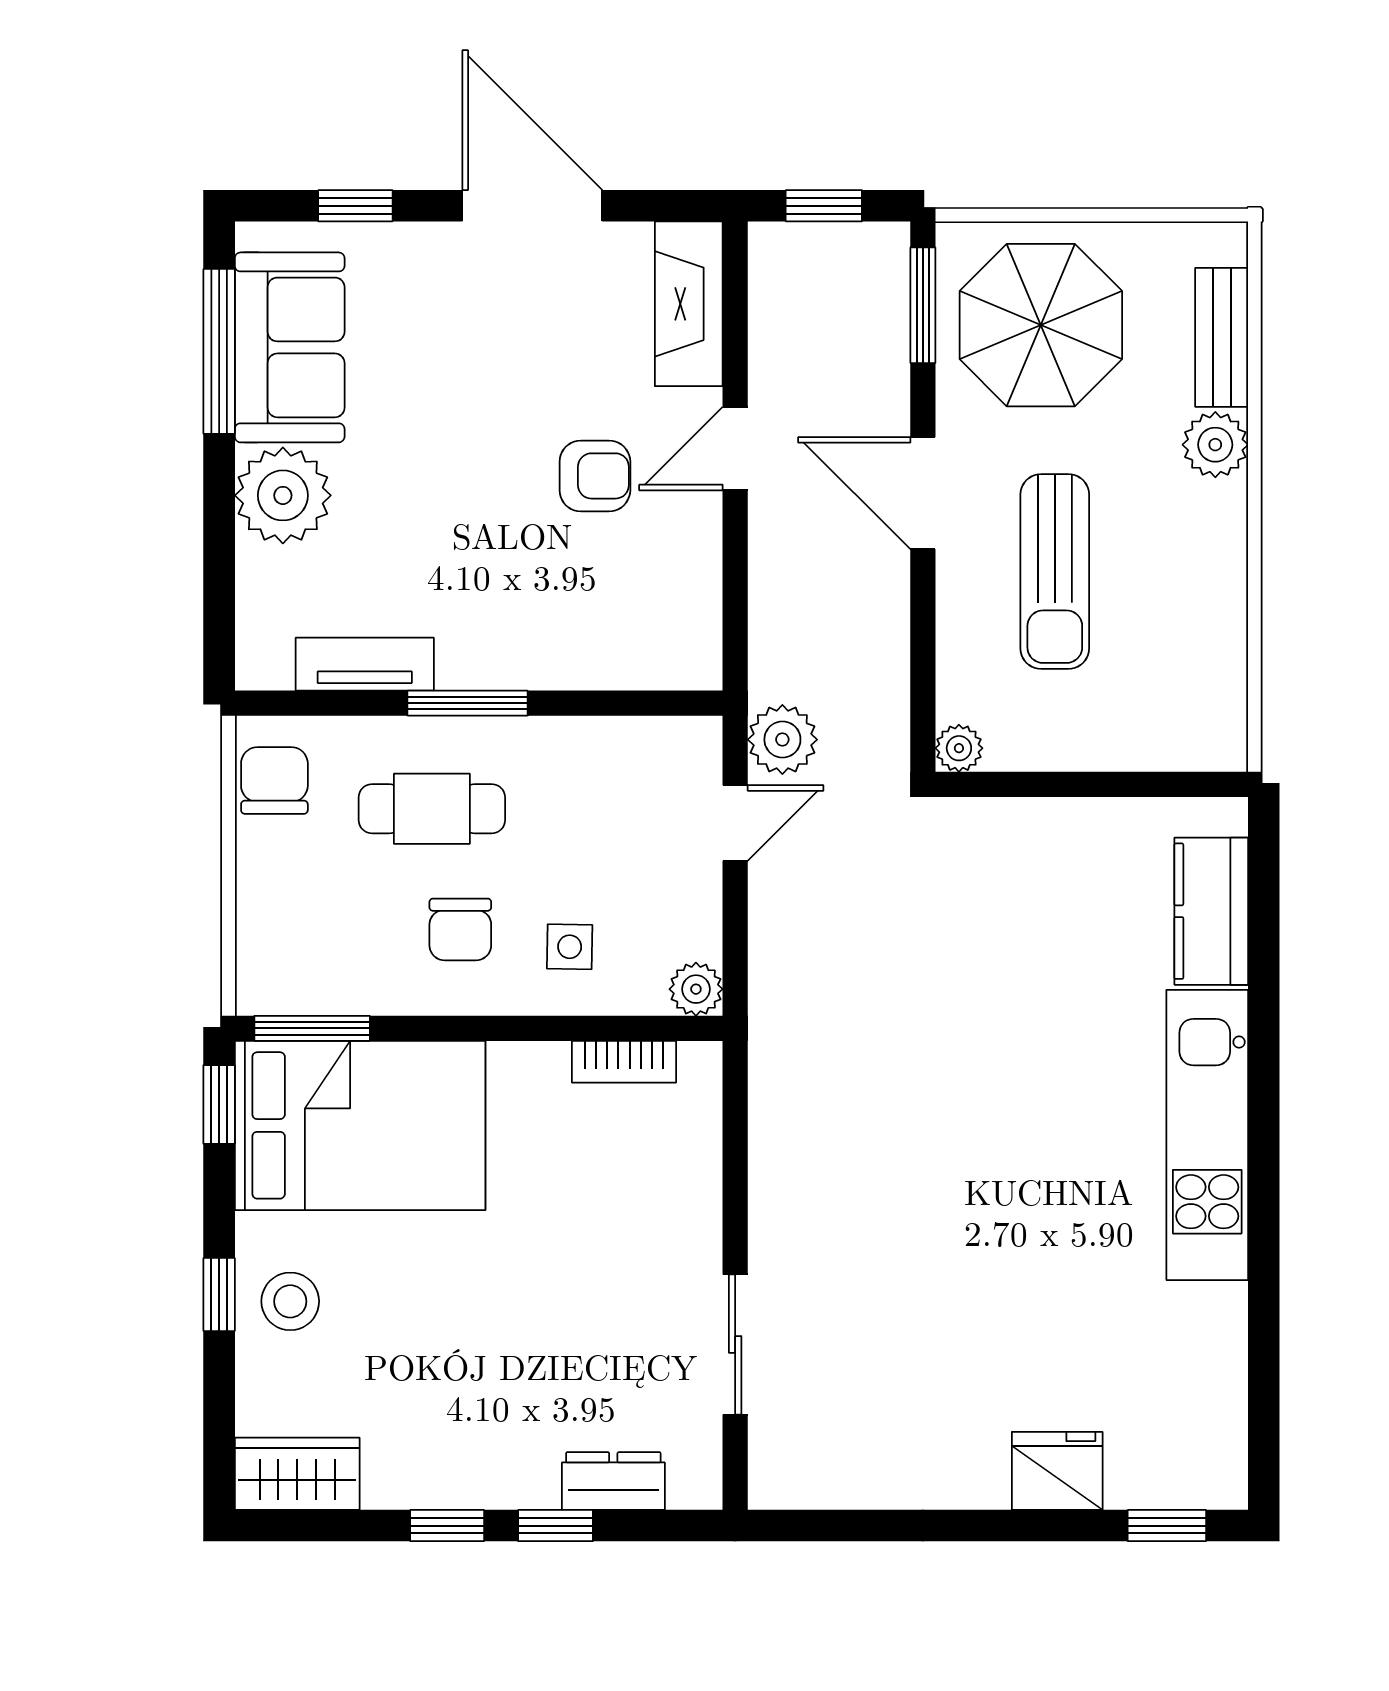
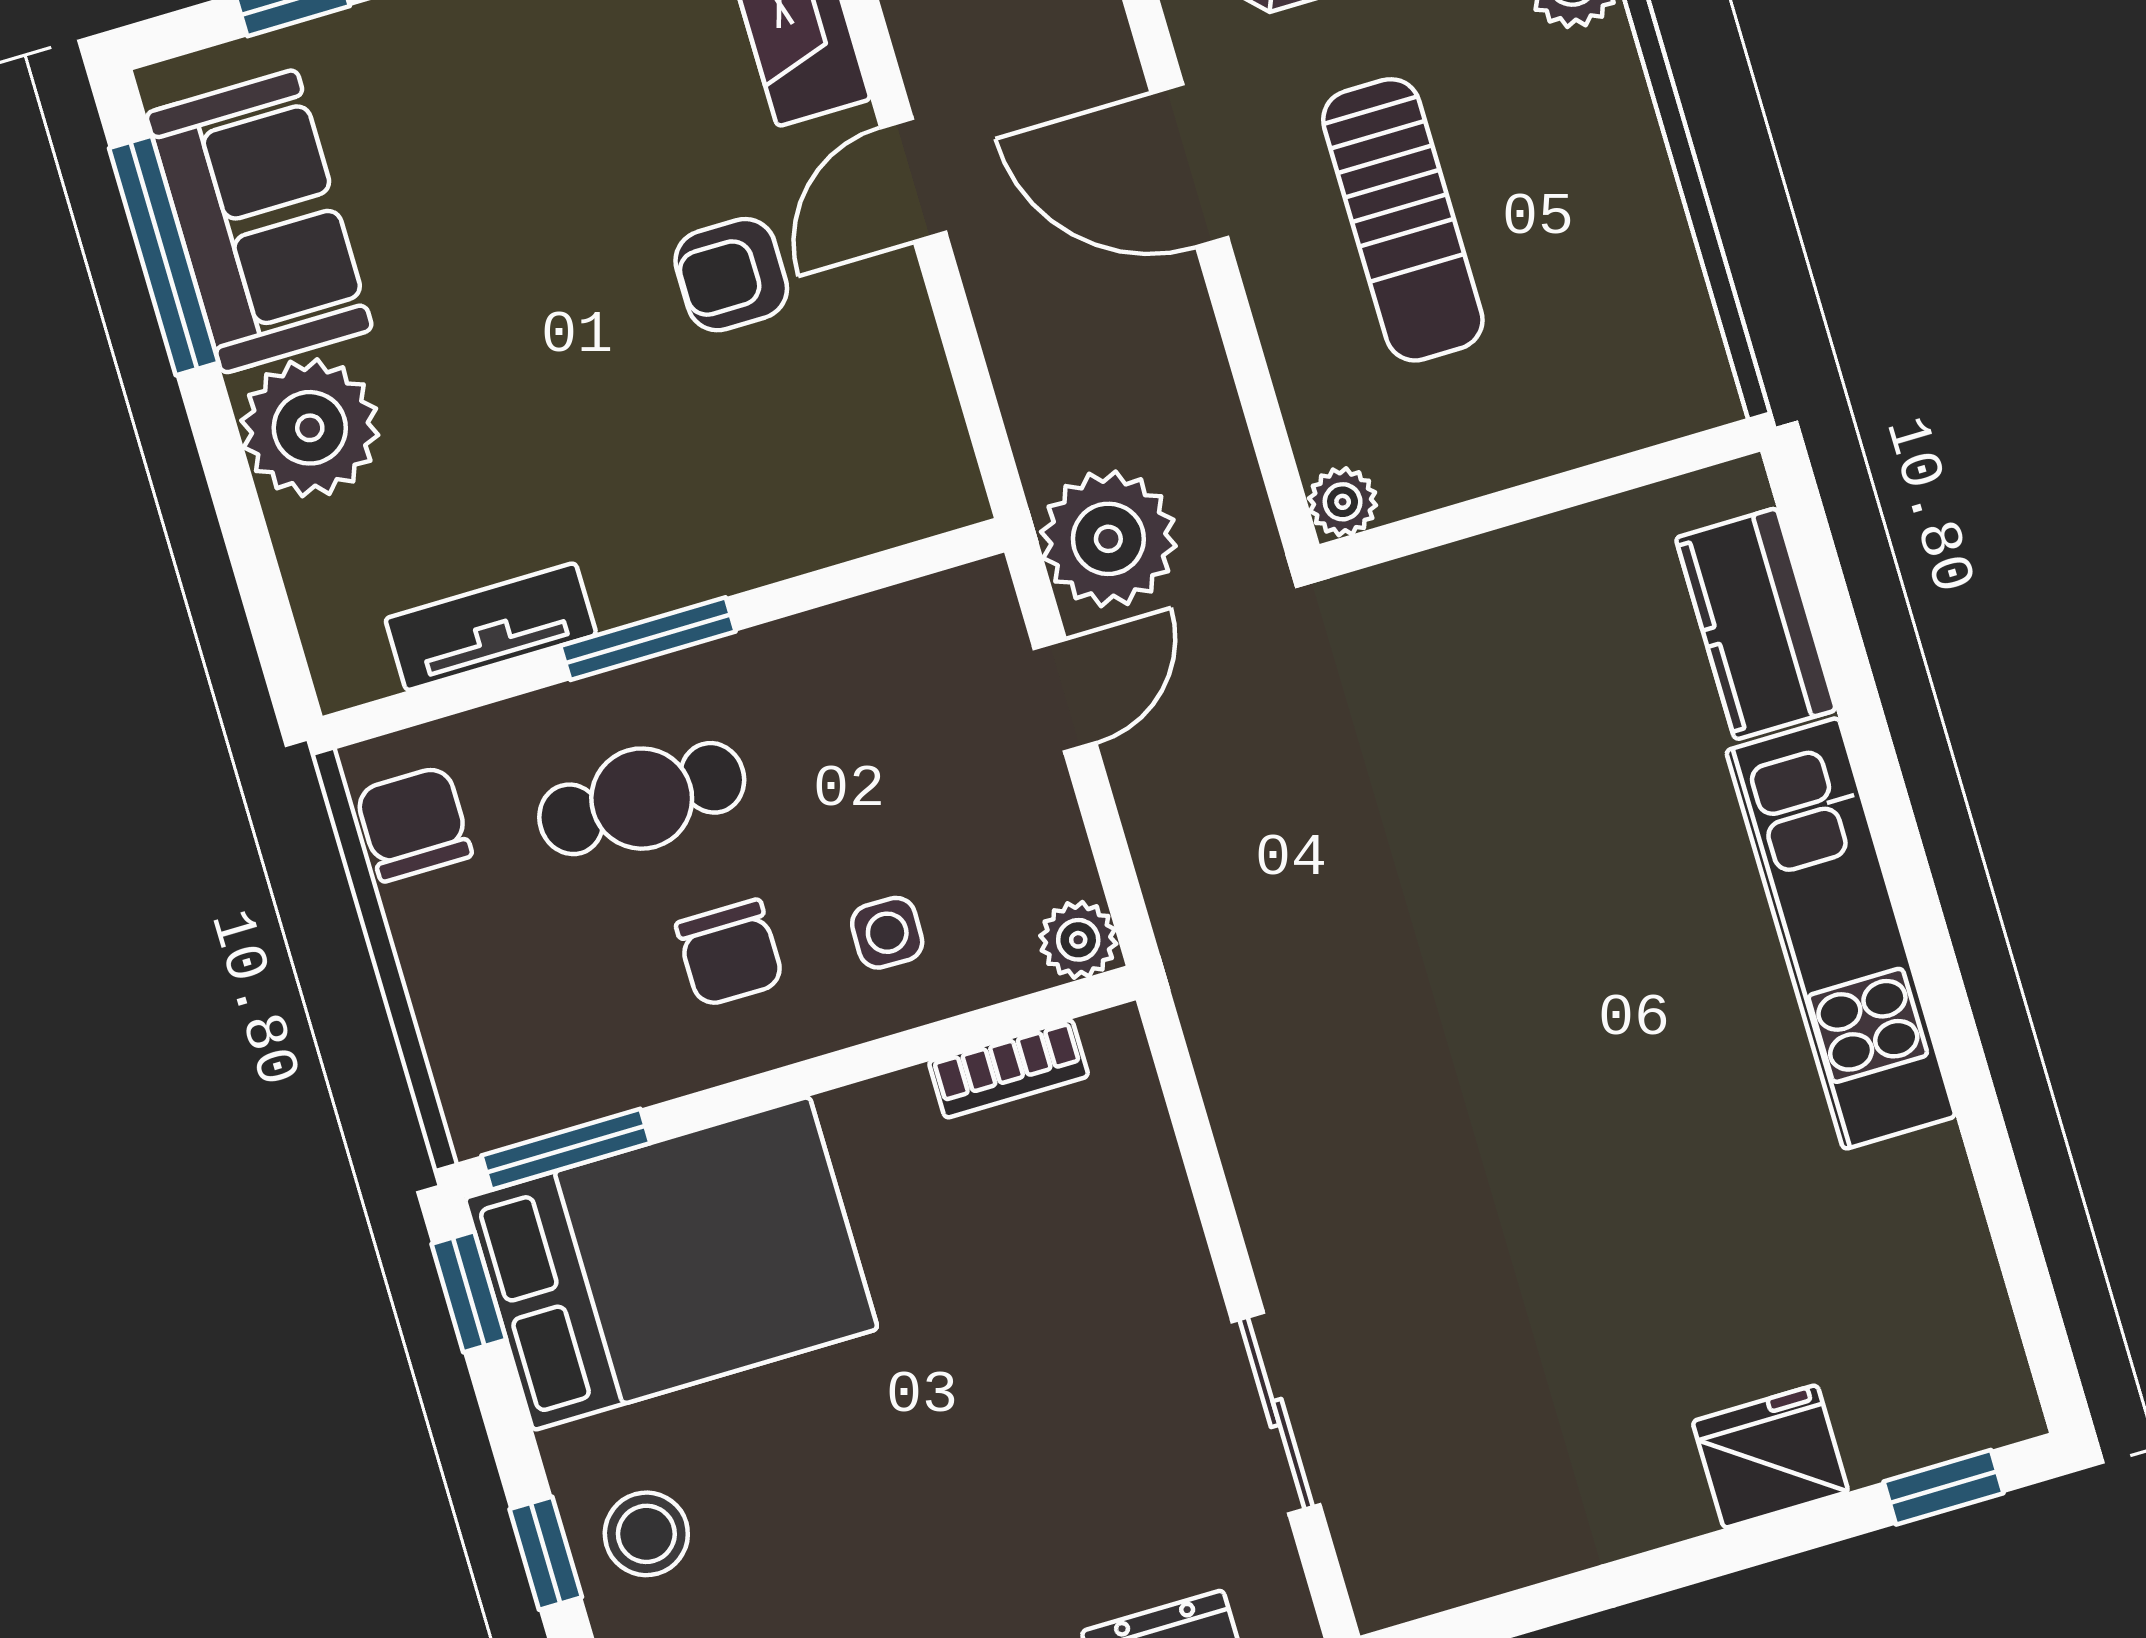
armchair: (595, 476) -> (731, 275), turned 180
plant: (782, 740) -> (1108, 539), width x1.36, depth x1.36

